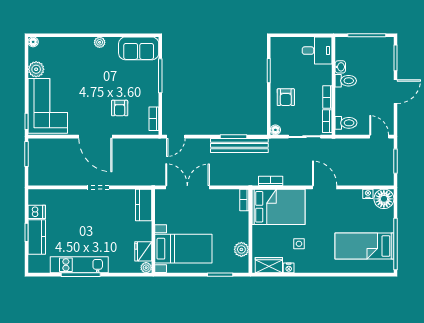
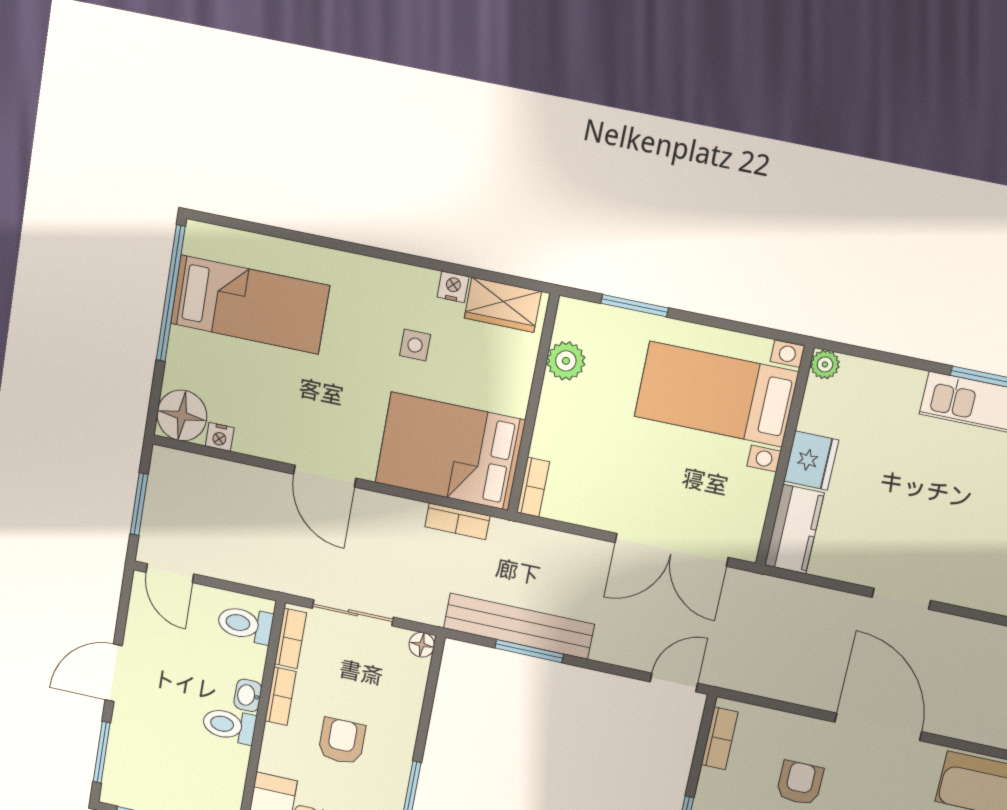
washbasin: (340, 67) -> (248, 695), moved
armchair: (286, 97) -> (342, 741), moved
fridge: (143, 251) -> (811, 461), moved

